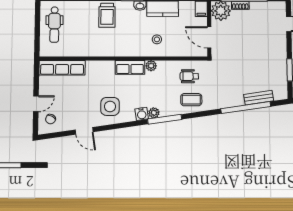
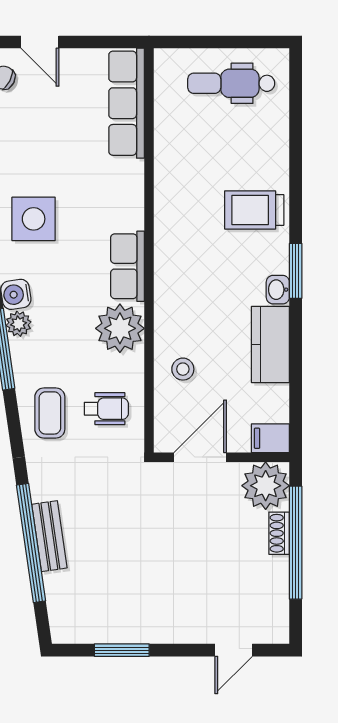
stool: (157, 39) -> (183, 369), moved
plant: (151, 66) -> (120, 328), width x1.88, depth x1.88
wheelchair: (189, 76) -> (106, 409), turned 90
bench: (259, 98) -> (49, 536), moved

